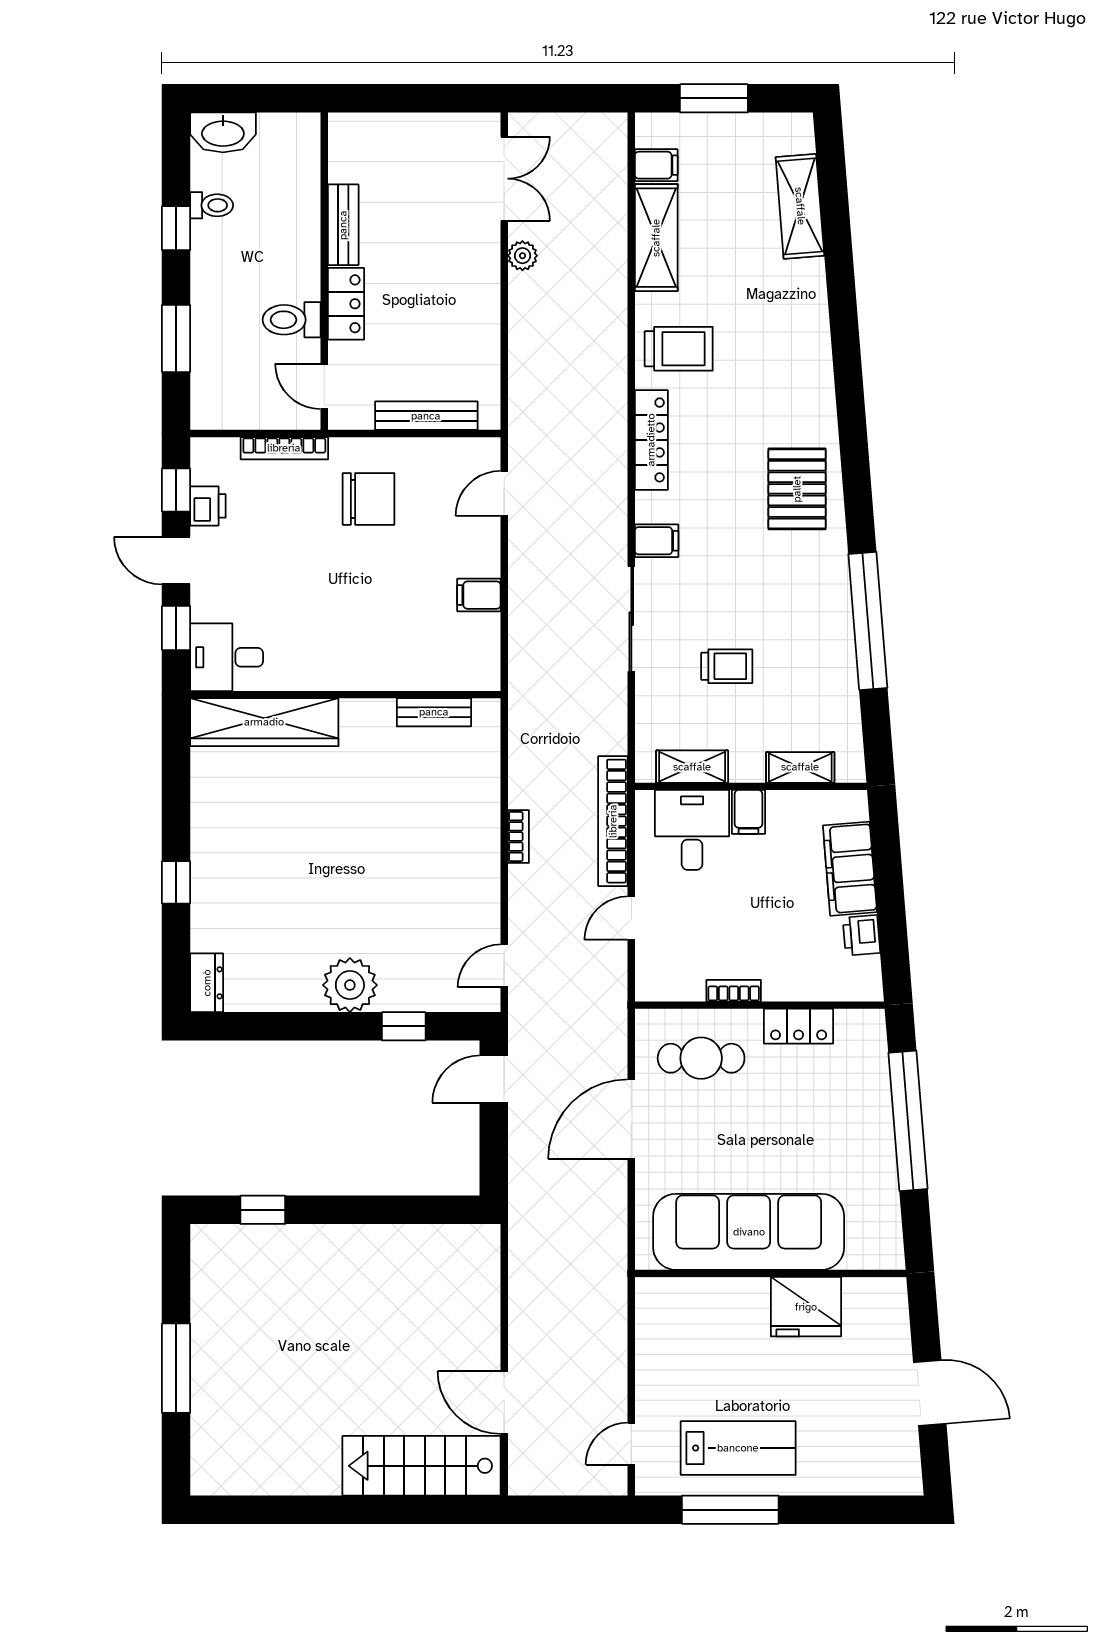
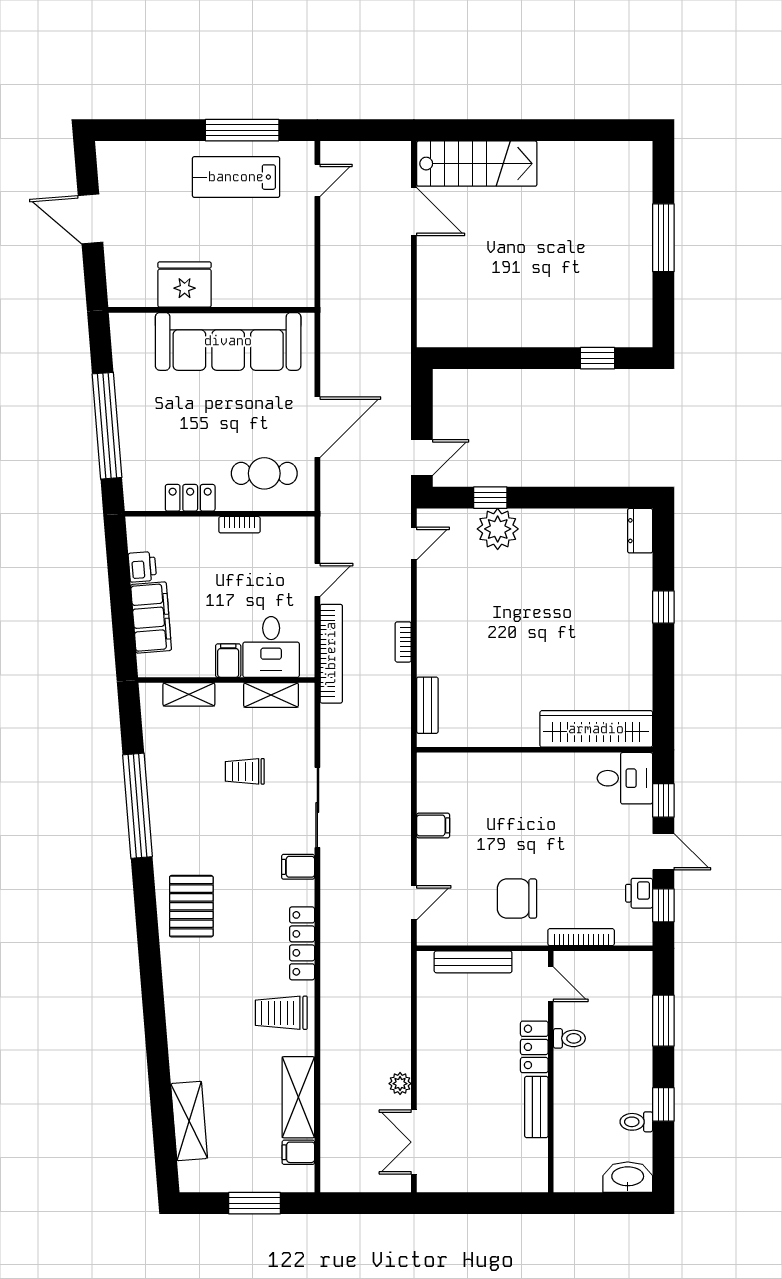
toilet: (292, 320) -> (569, 1038), width x0.73, depth x0.72
bench: (434, 712) -> (427, 705), moved, turned 90
plant: (350, 985) -> (498, 529), moved

